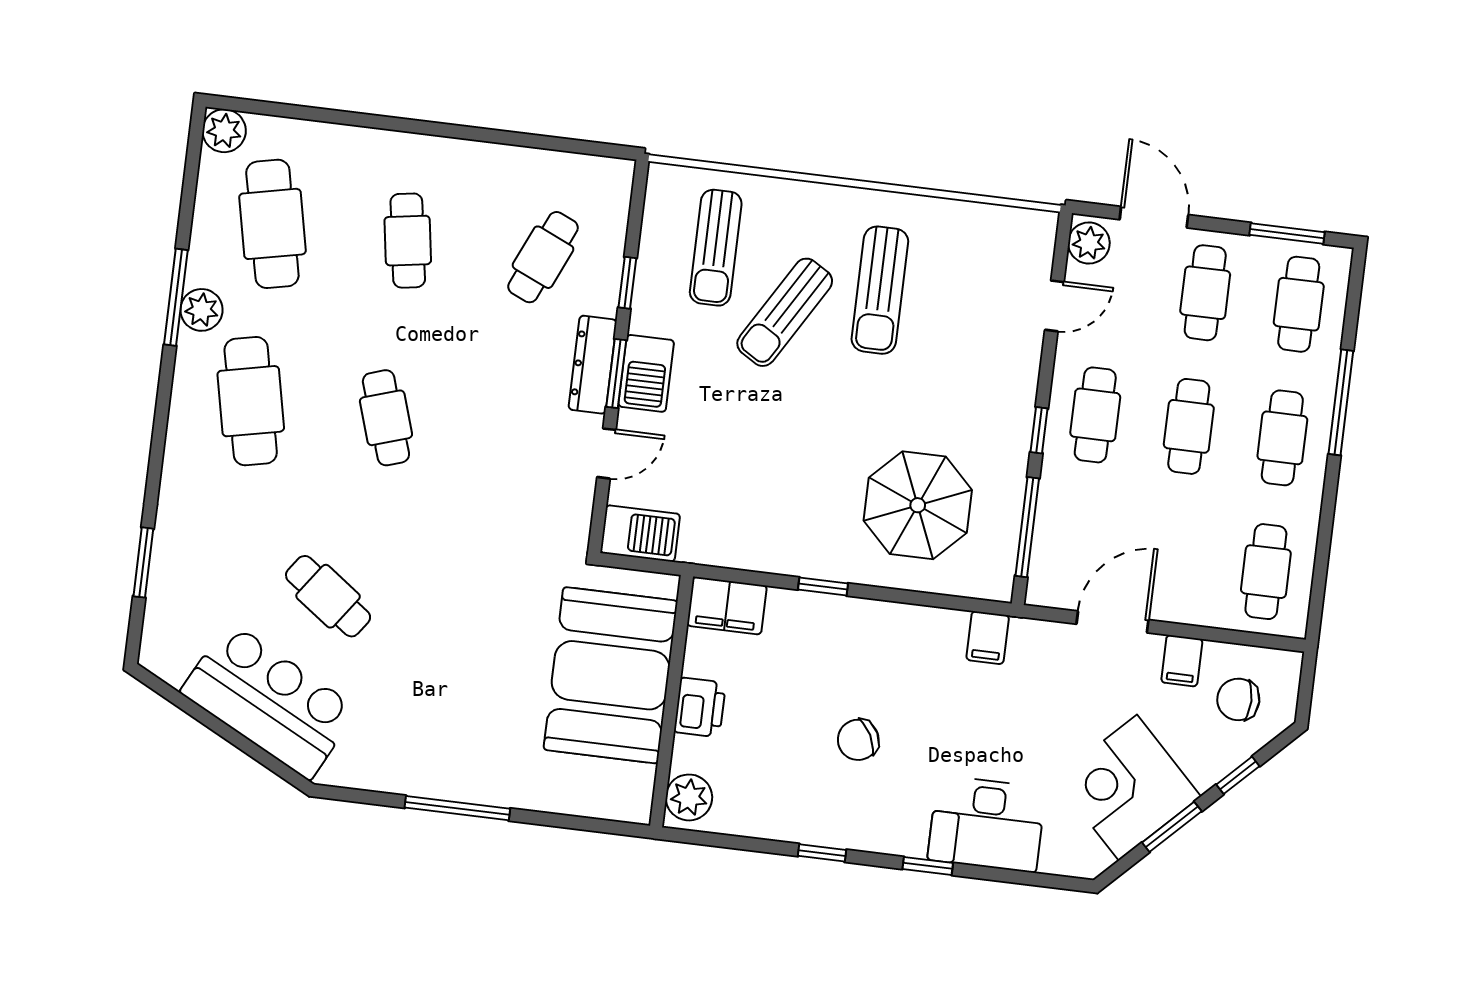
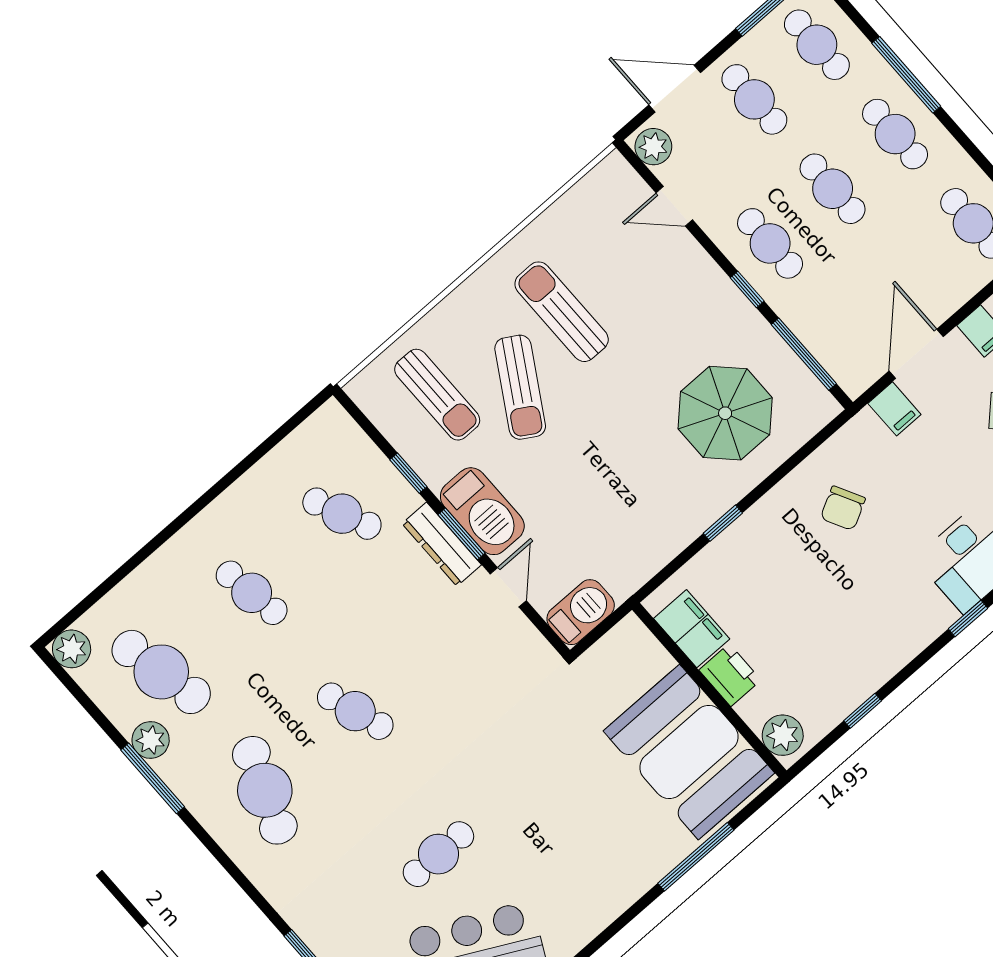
cafe table: (543, 257) -> (342, 514), turned -48
sun lounger: (880, 290) -> (562, 312), turned 180
door: (1054, 306) -> (674, 206), swing flipped
plant: (202, 310) -> (151, 740), moved
barbecue: (646, 373) -> (482, 511), width x1.37, depth x1.21
cafe table: (251, 401) -> (265, 790), turned 33
cafe table: (328, 596) -> (438, 854), turned -36
filing cabinet: (727, 606) -> (692, 629), moved, turned -90
filing cabinet: (988, 638) -> (894, 409), moved
booth: (611, 675) -> (689, 752), moved
chair: (858, 740) -> (843, 508), moved
window: (457, 808) -> (696, 857), moved
window: (822, 853) -> (863, 711), moved

